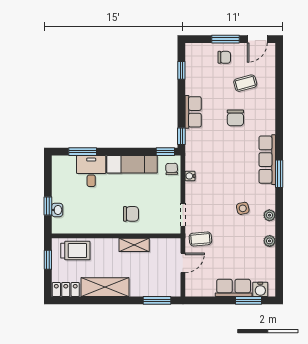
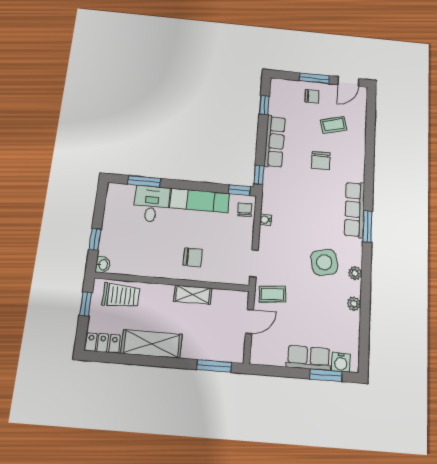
row of seats: (193, 112) -> (275, 141), width x1.48
side table: (243, 208) -> (324, 262), width x1.87, depth x1.87
washbasin: (57, 210) -> (103, 265), moved

